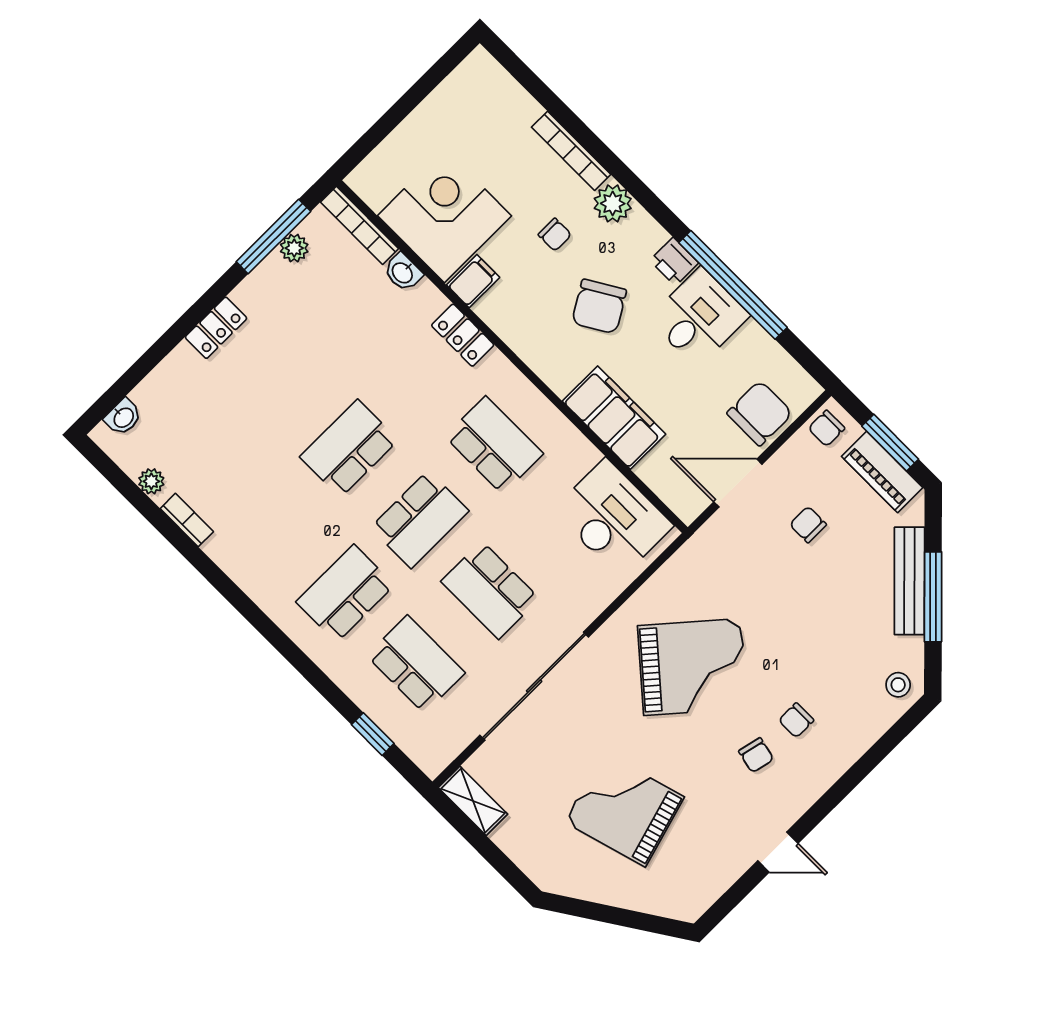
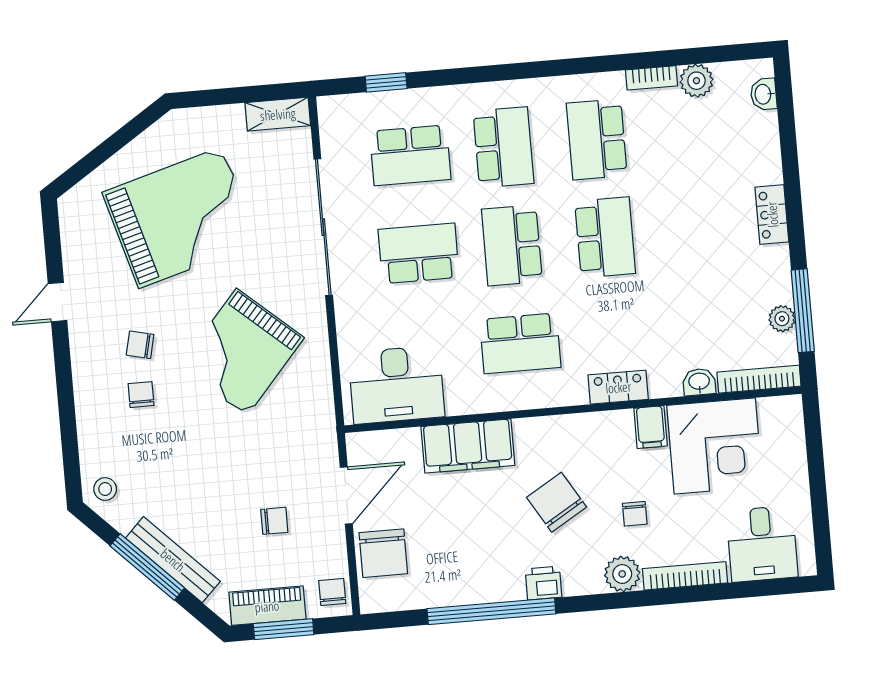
chair: (555, 235) -> (635, 514), turned -90
desk: (699, 317) -> (762, 544), moved
plant: (151, 481) -> (696, 81), width x1.38, depth x1.38
school desk: (275, 523) -> (597, 139), added
grand piano: (624, 809) -> (181, 218), width x1.37, depth x1.48

